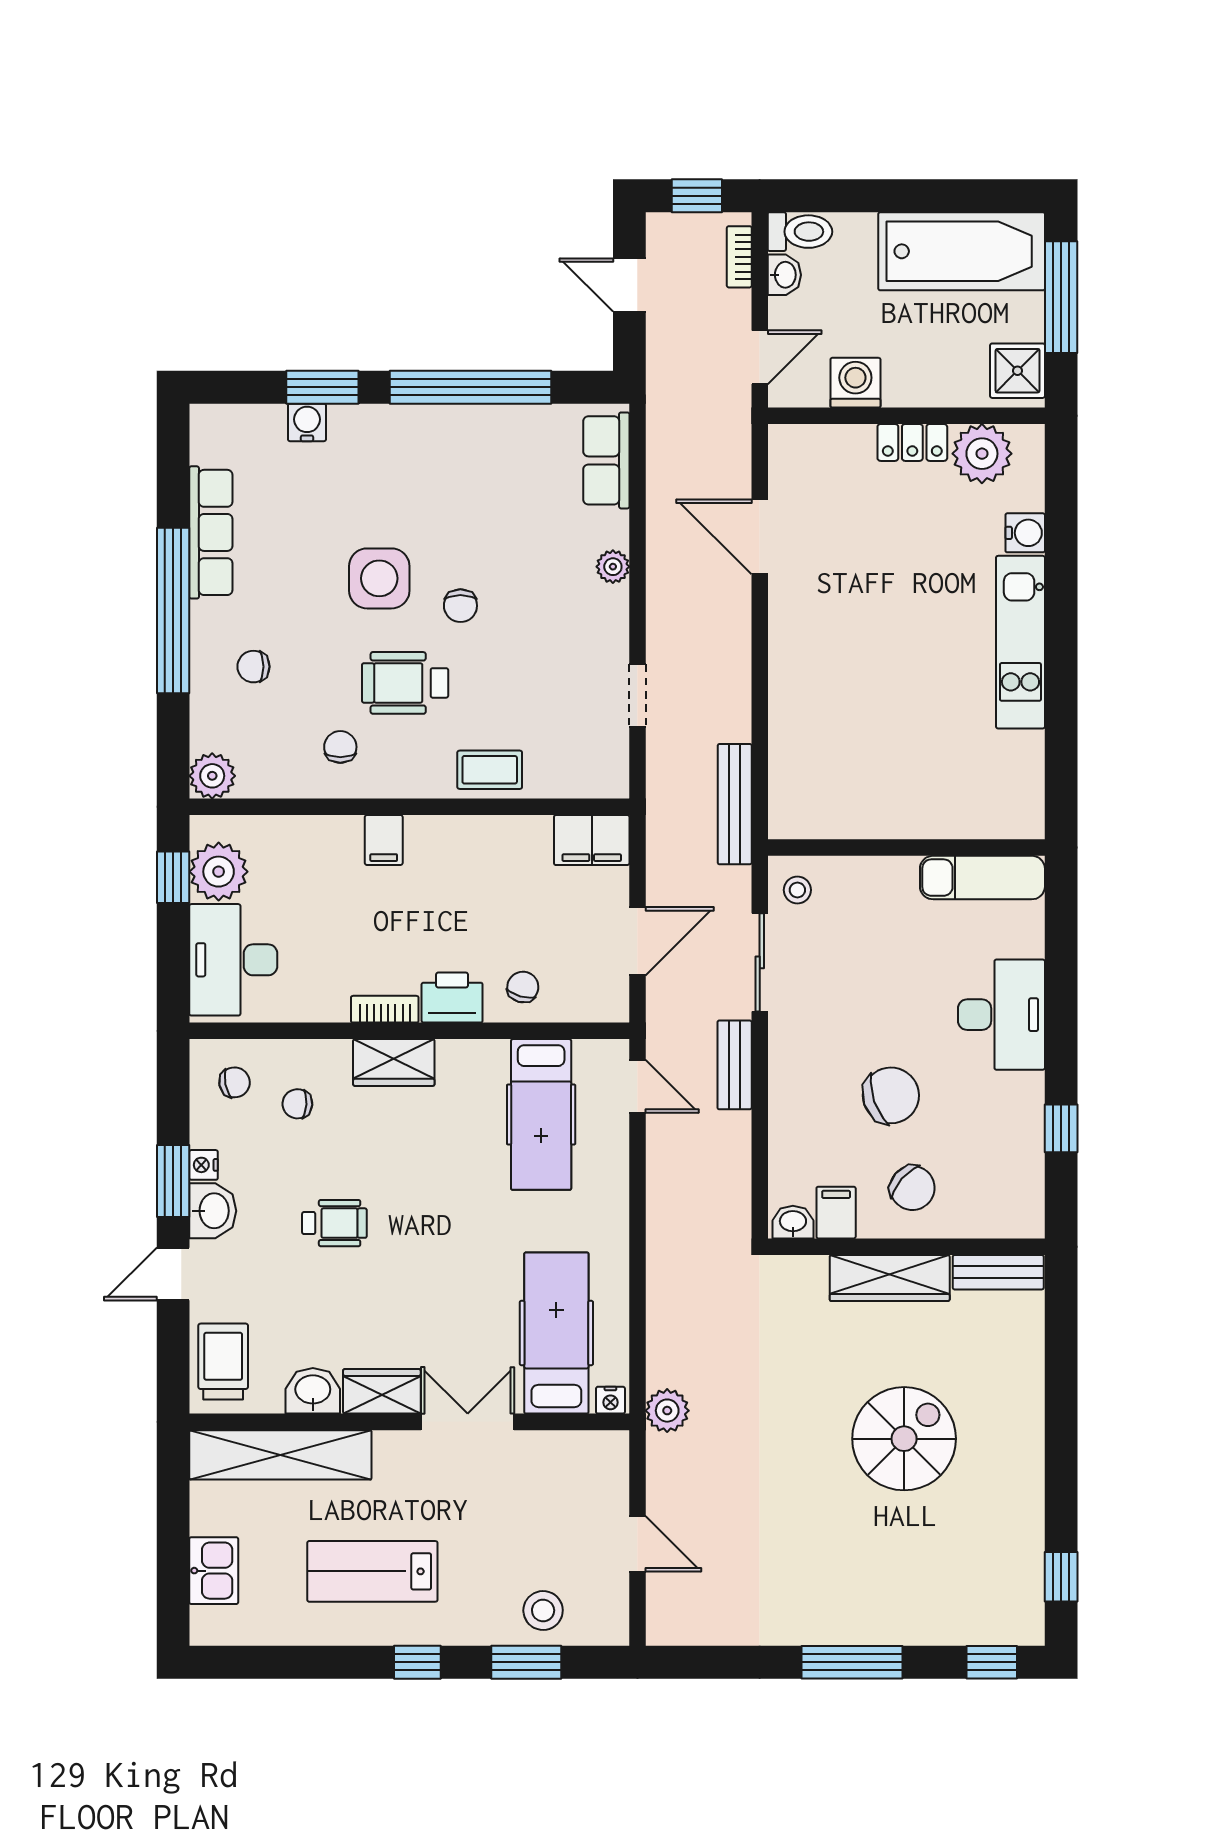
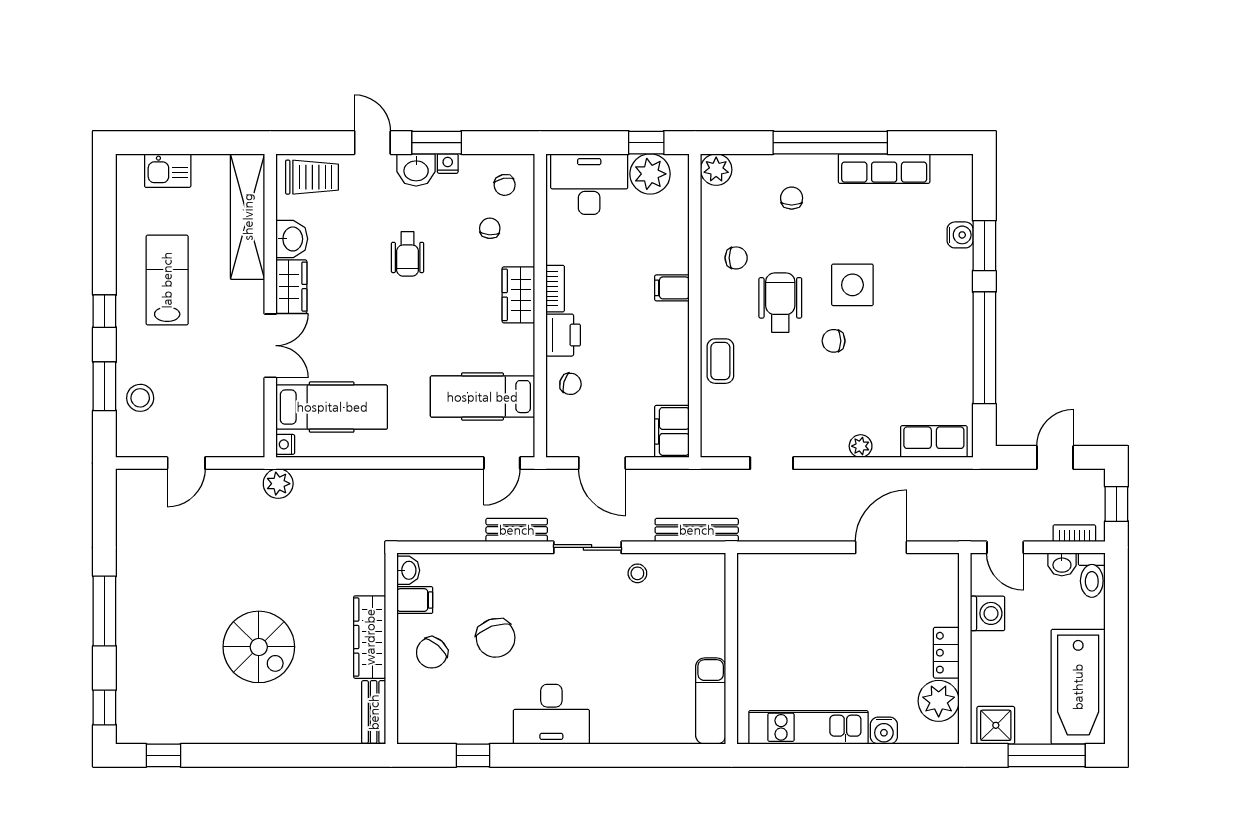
wall: (906, 848) -> (731, 649), moved
exam couch: (982, 878) -> (711, 701), moved

